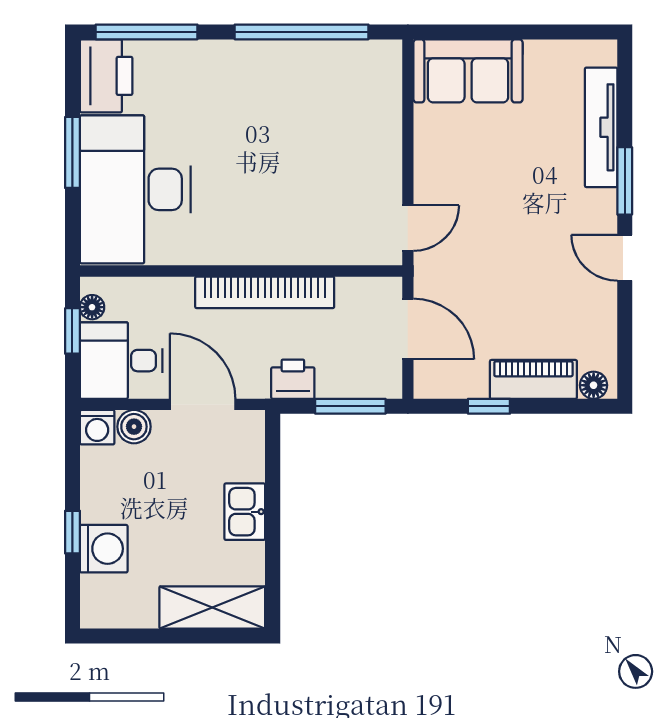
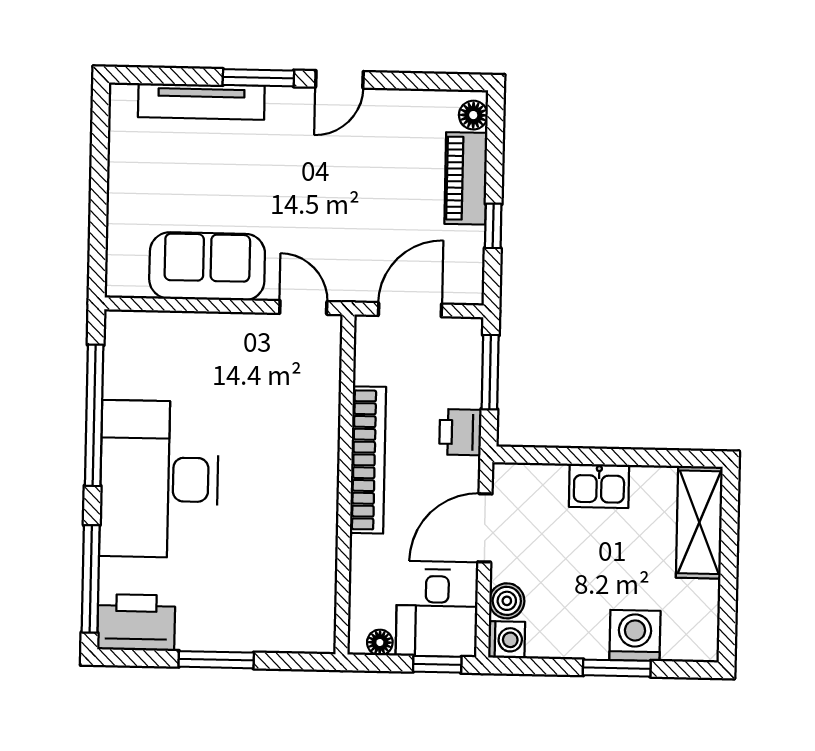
sofa: (468, 71) -> (207, 266), moved, turned -90
desk: (135, 189) -> (159, 479), moved, turned 90
window: (72, 331) -> (437, 664), moved
window: (72, 532) -> (617, 668), width x1.50

